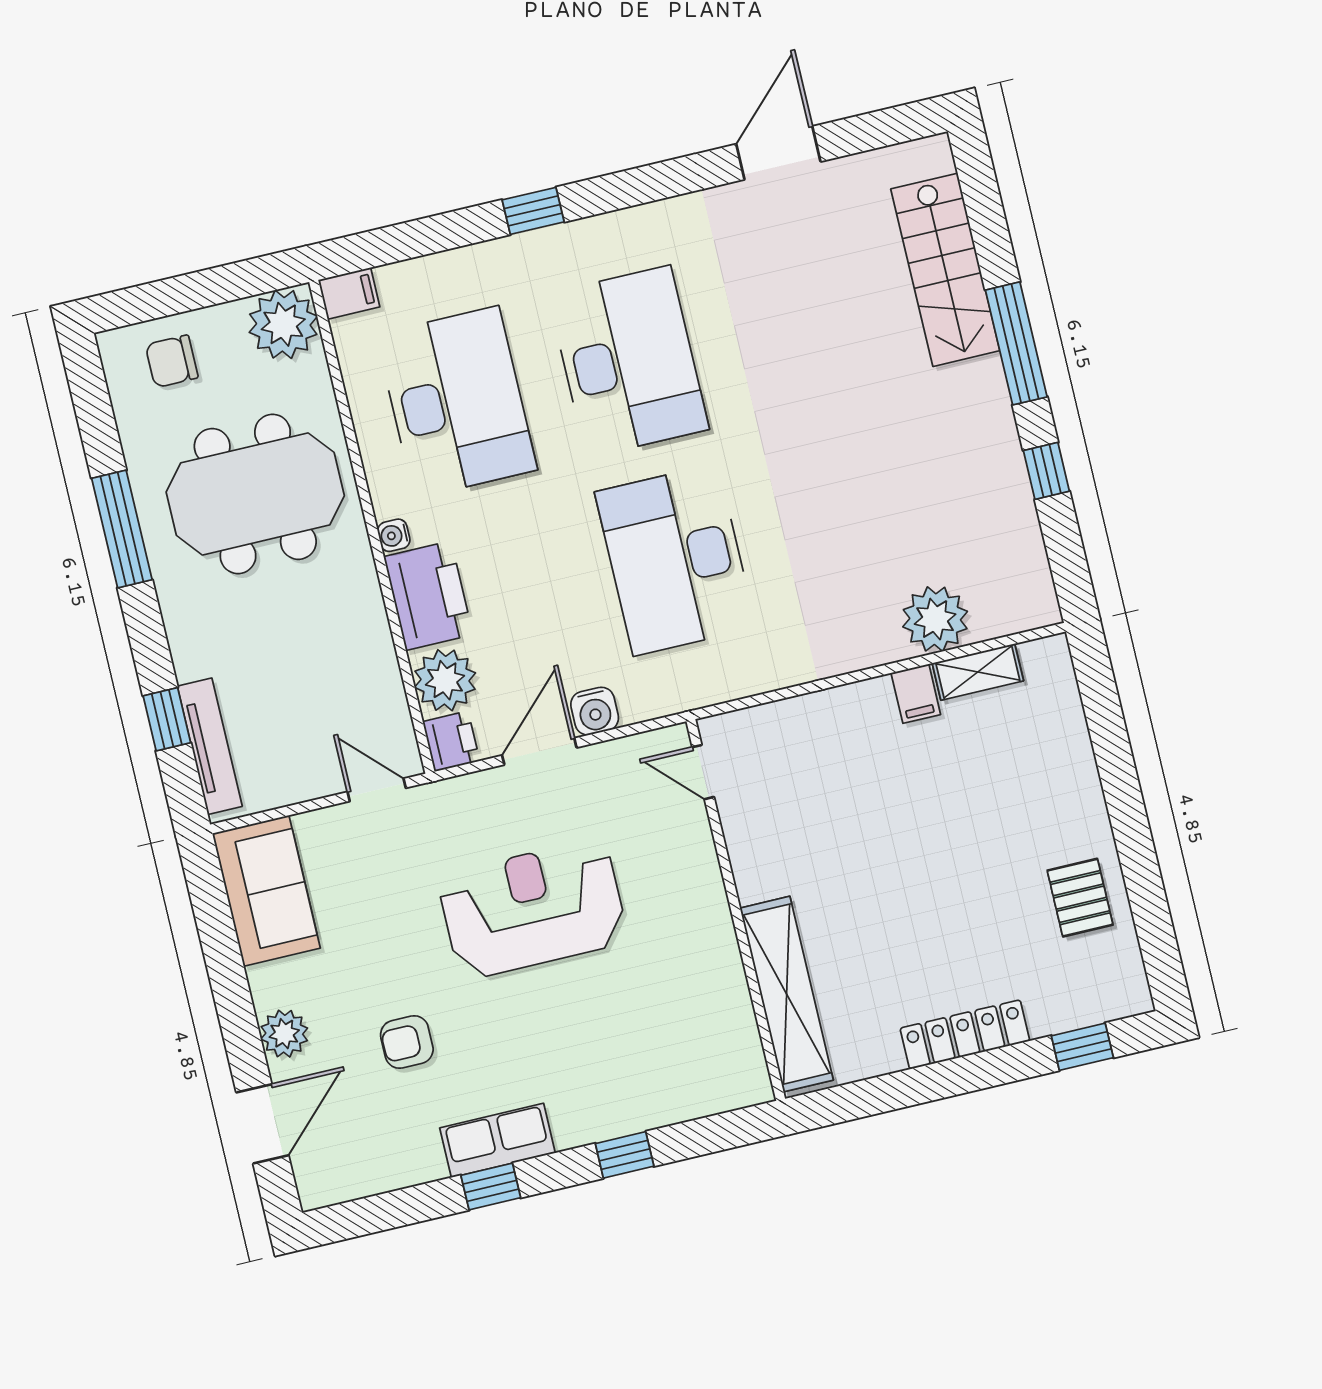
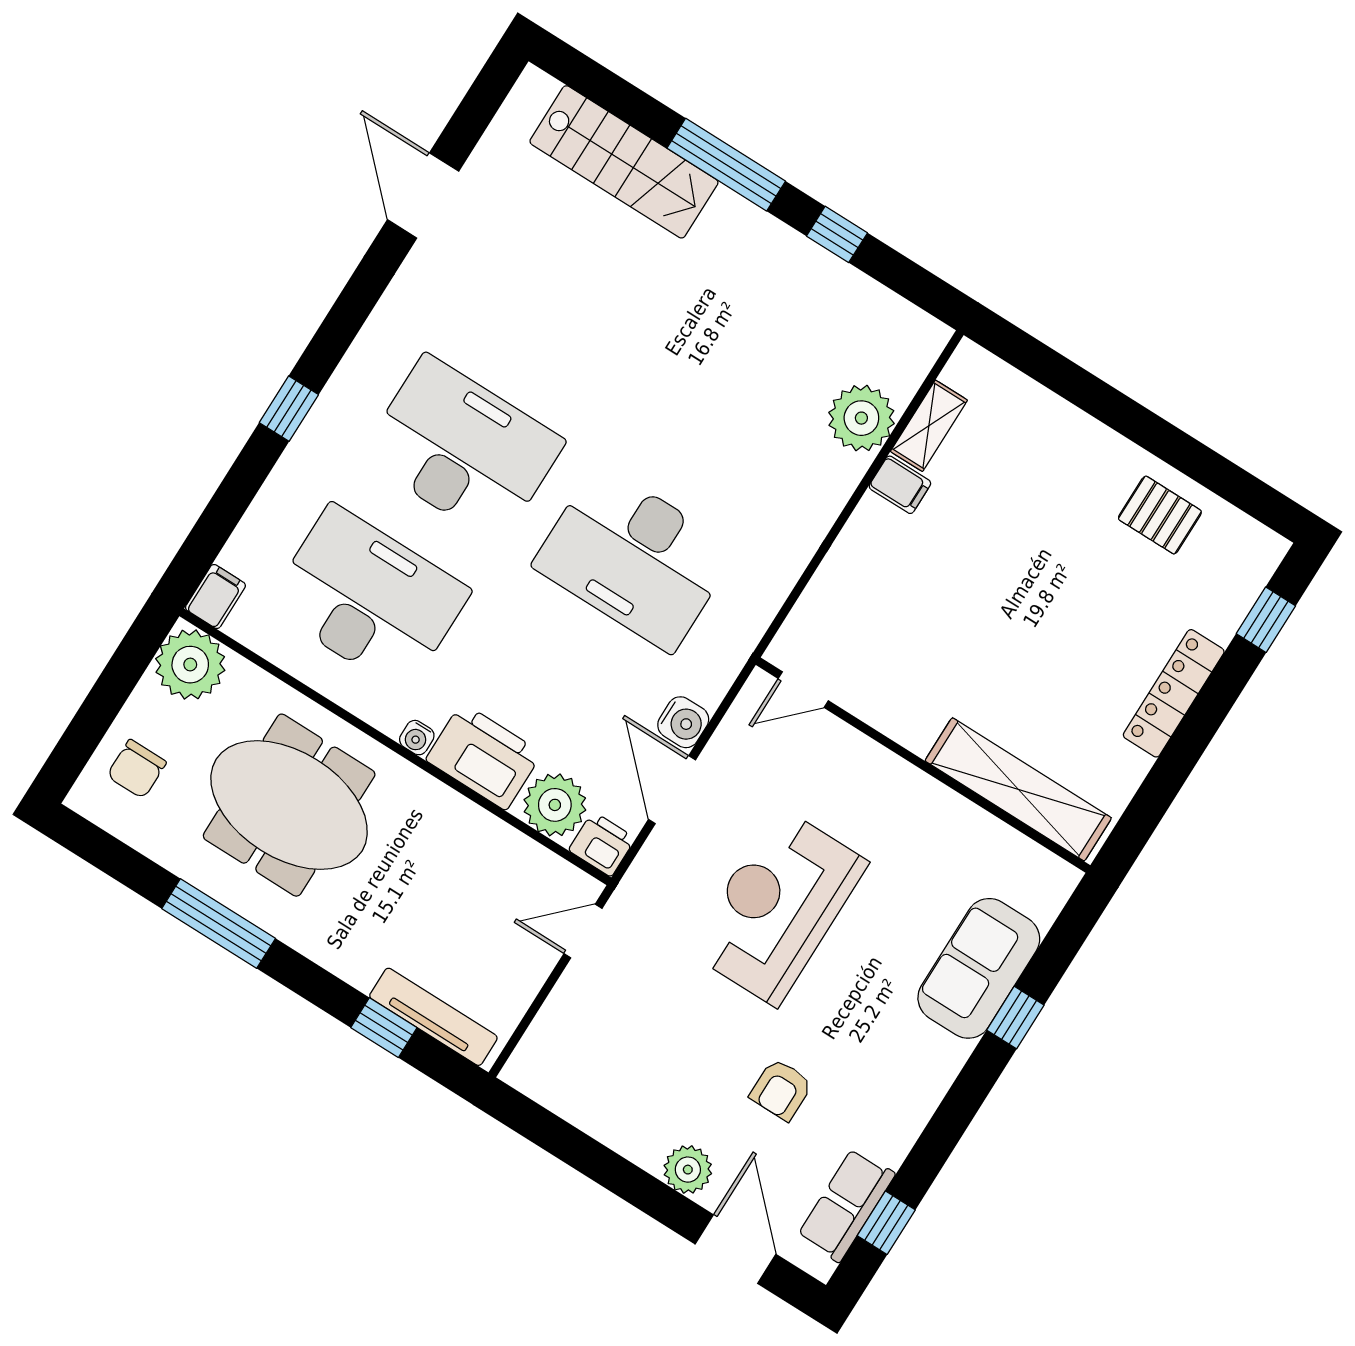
meeting table: (255, 494) -> (289, 805), turned 90
sofa: (266, 891) -> (979, 968), moved, turned -90
row of seats: (498, 1140) -> (846, 1205), moved
window: (491, 1187) -> (886, 1223), moved

